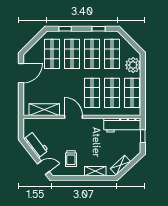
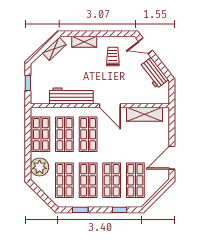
workbench: (122, 125) -> (71, 96), moved

